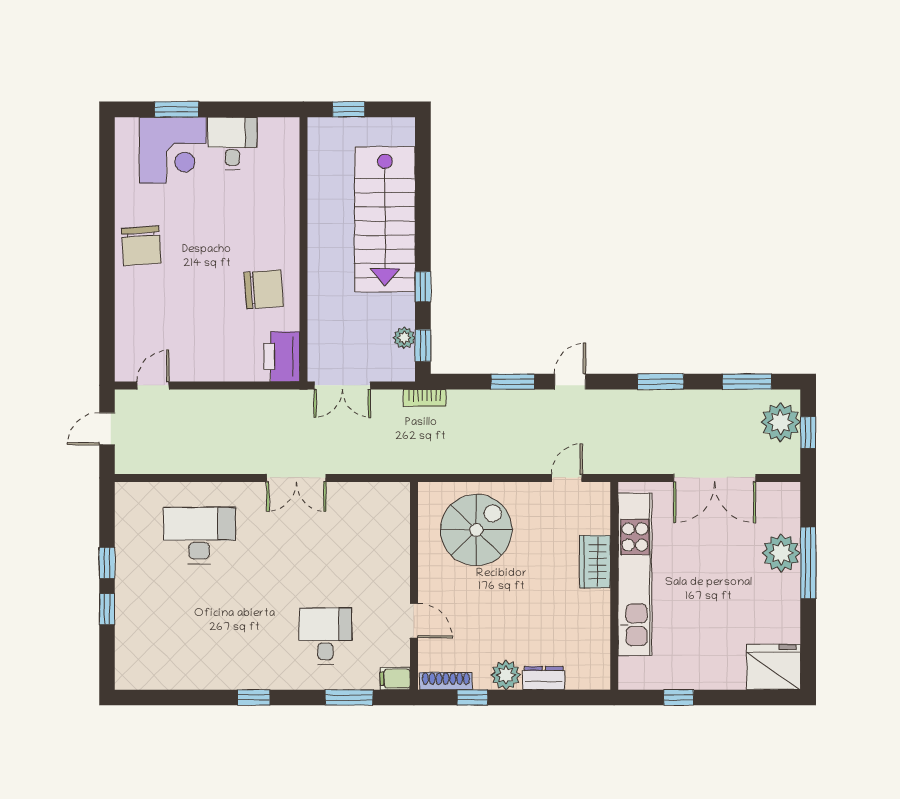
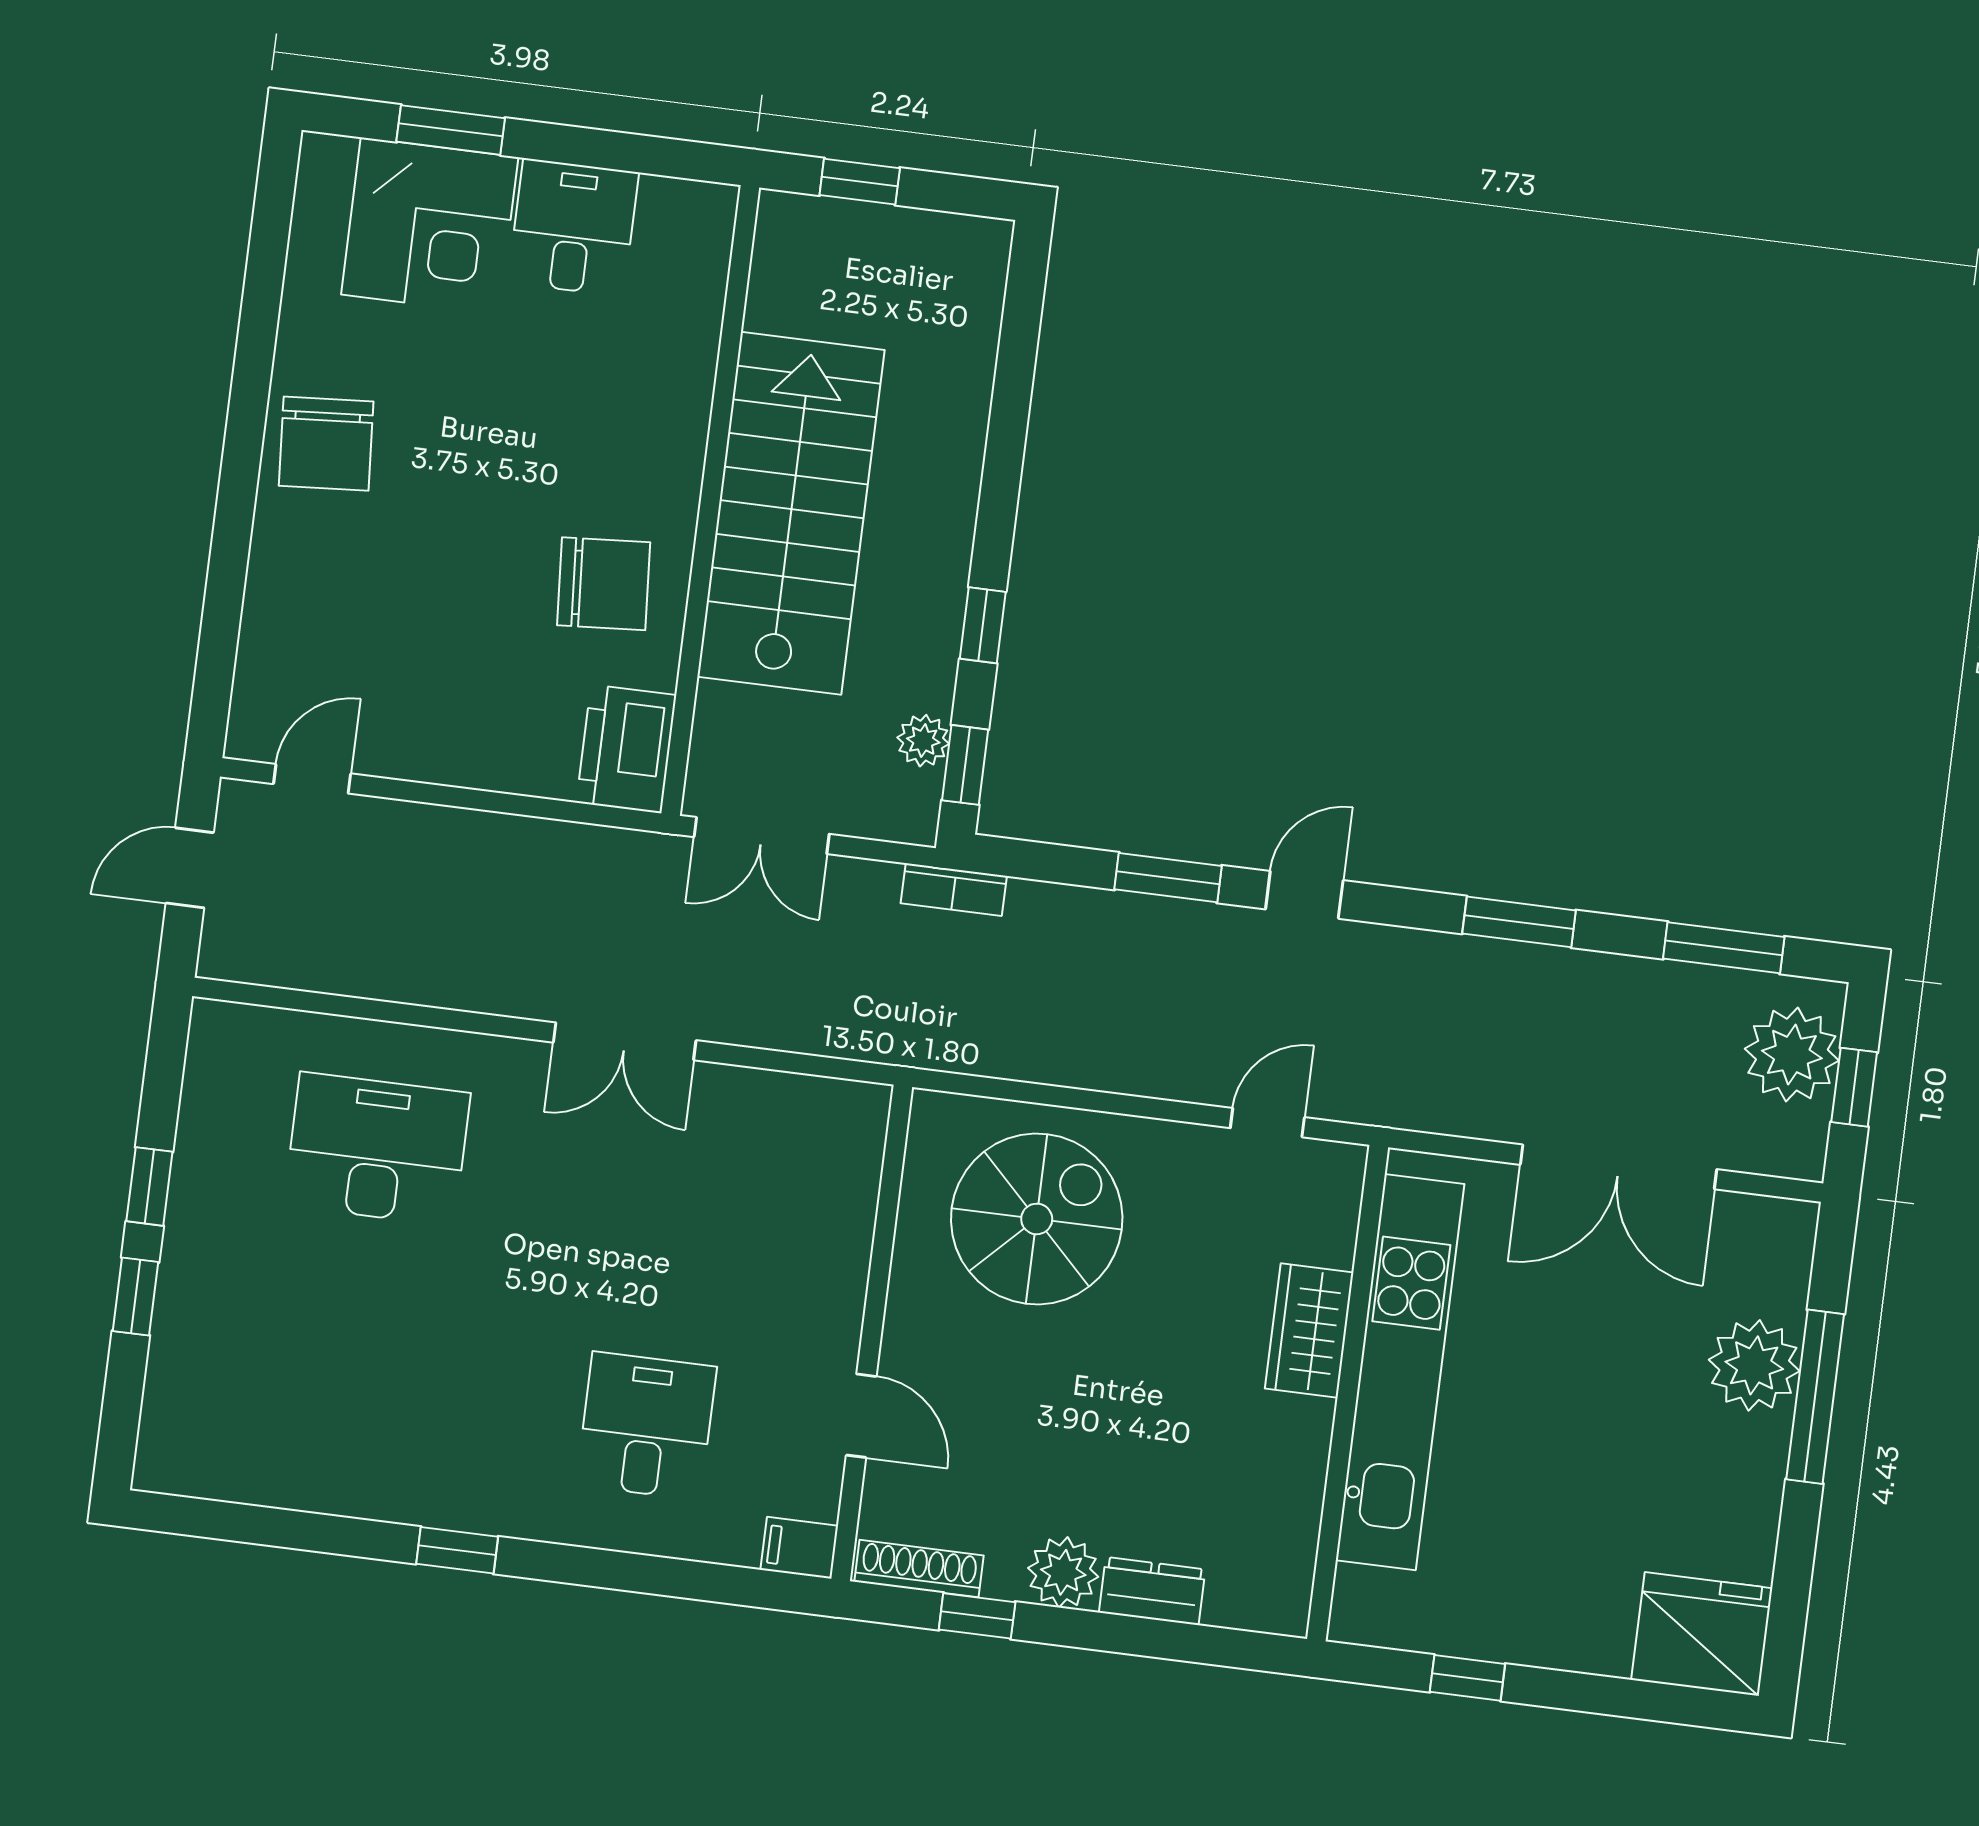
stairs: (385, 219) -> (791, 513), moved, turned 180
window: (349, 698) -> (684, 1579), removed

